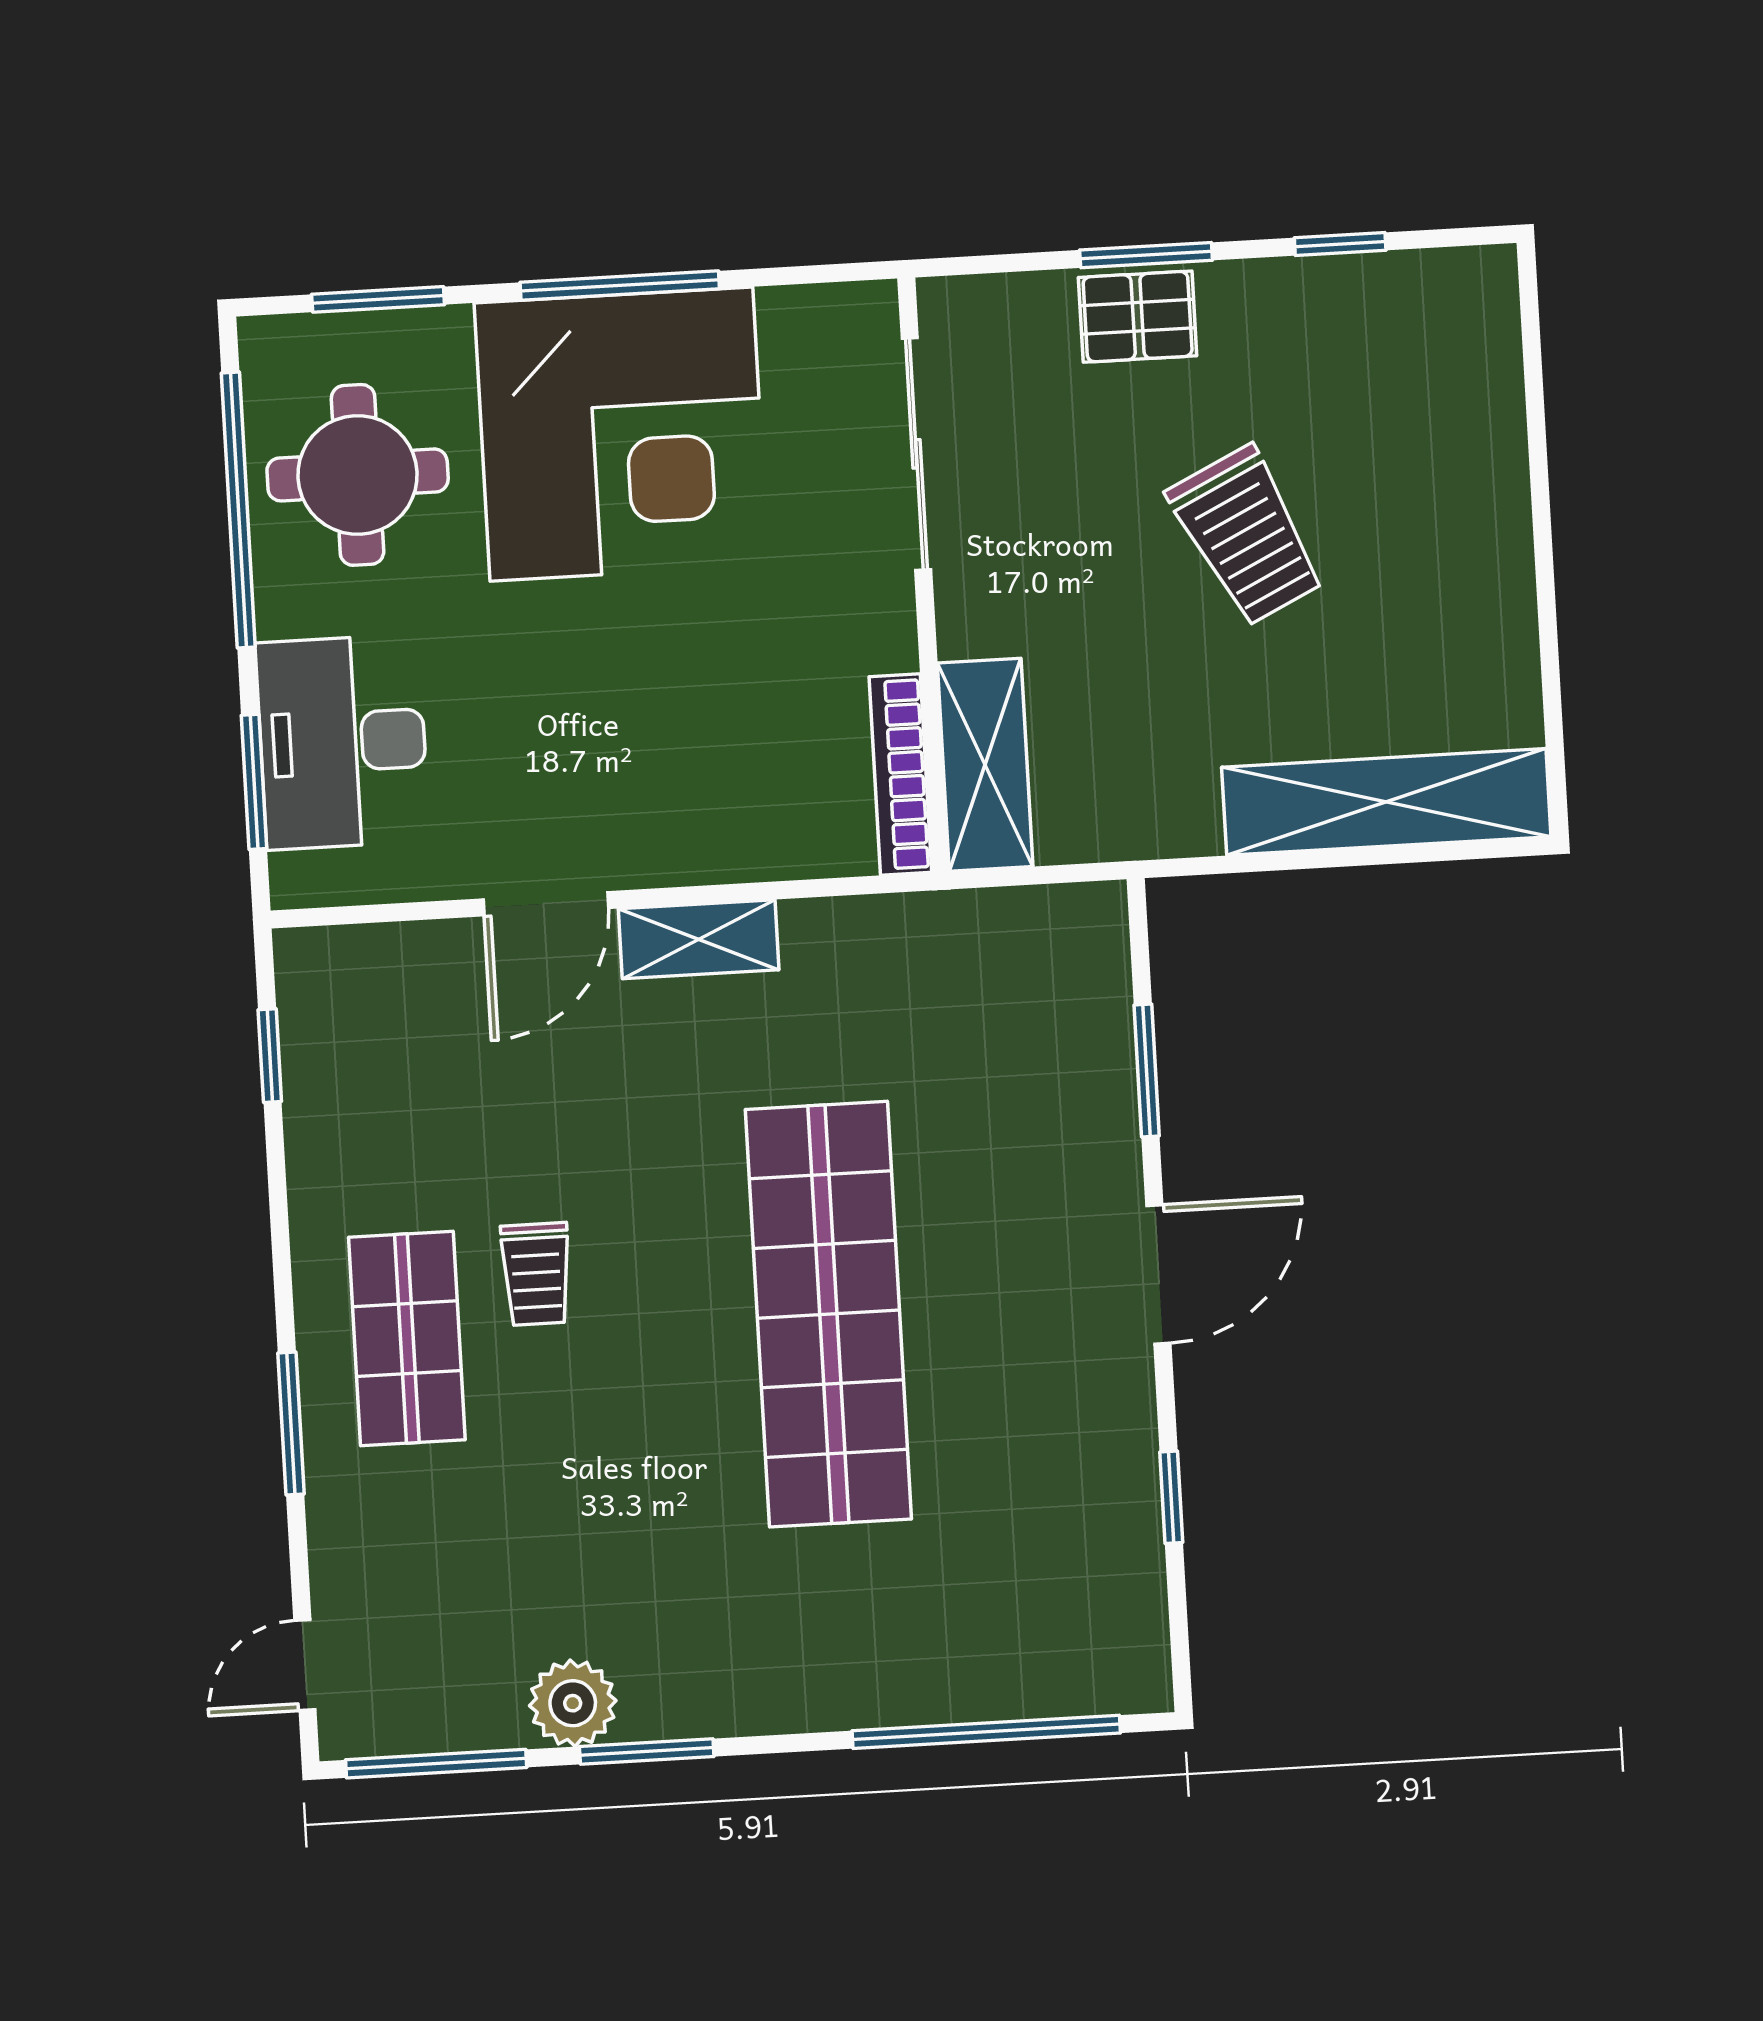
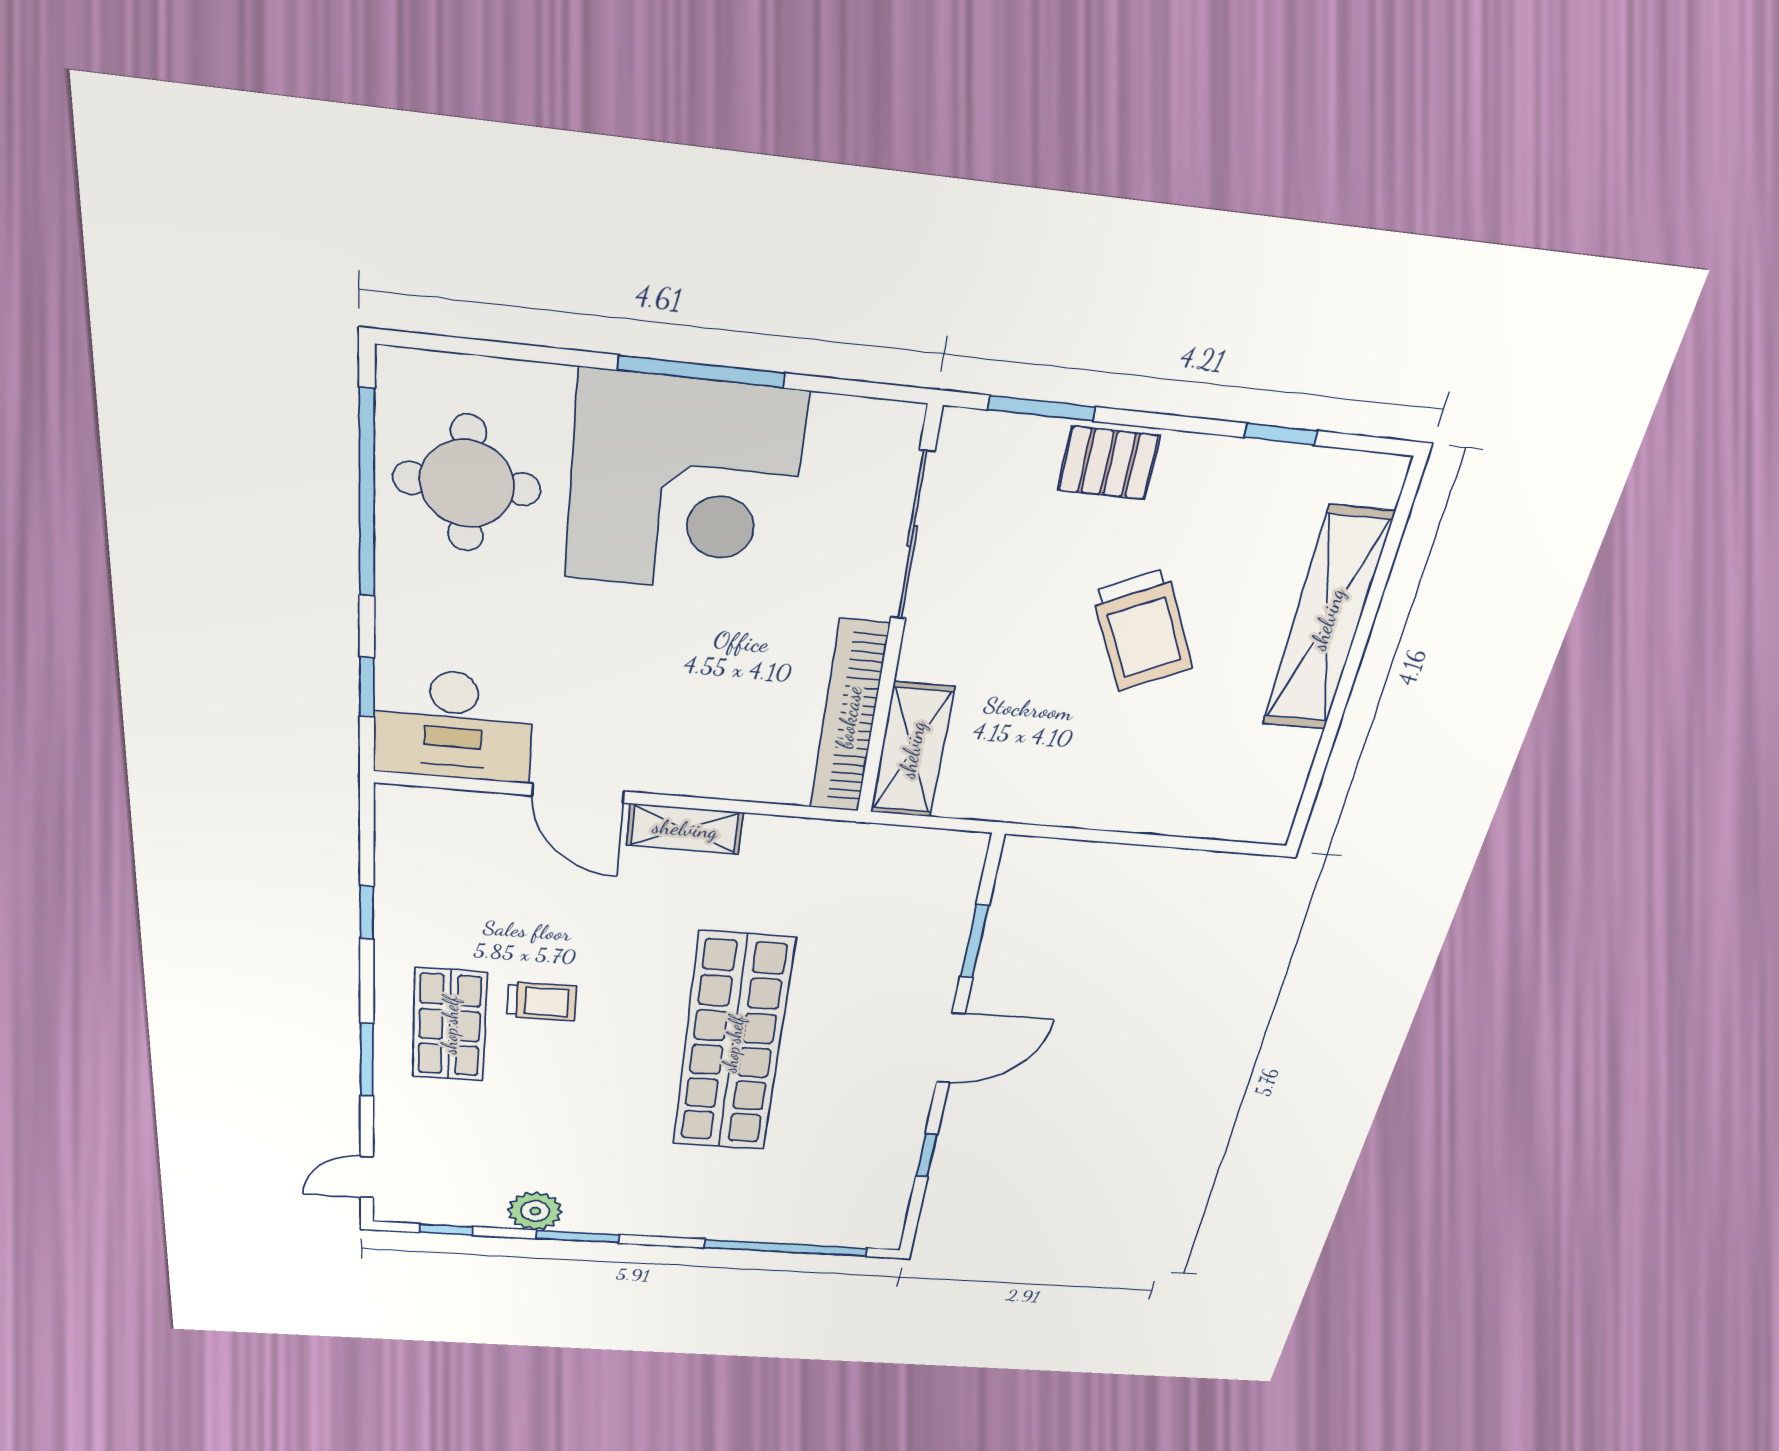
window: (1146, 255) -> (1042, 408), moved
window: (378, 299) -> (497, 349), removed
desk: (343, 742) -> (453, 726), moved, turned -90
bookcase: (900, 775) -> (849, 717), width x1.48, depth x1.31
window: (254, 782) -> (367, 687), width x0.67
shelving: (1386, 802) -> (1327, 620), moved, turned 90
door: (546, 904) -> (578, 793), hinge flipped
window: (270, 1056) -> (367, 913), moved
trolley: (536, 1274) -> (542, 1001), turned -90
window: (436, 1764) -> (446, 1229), width x0.46

